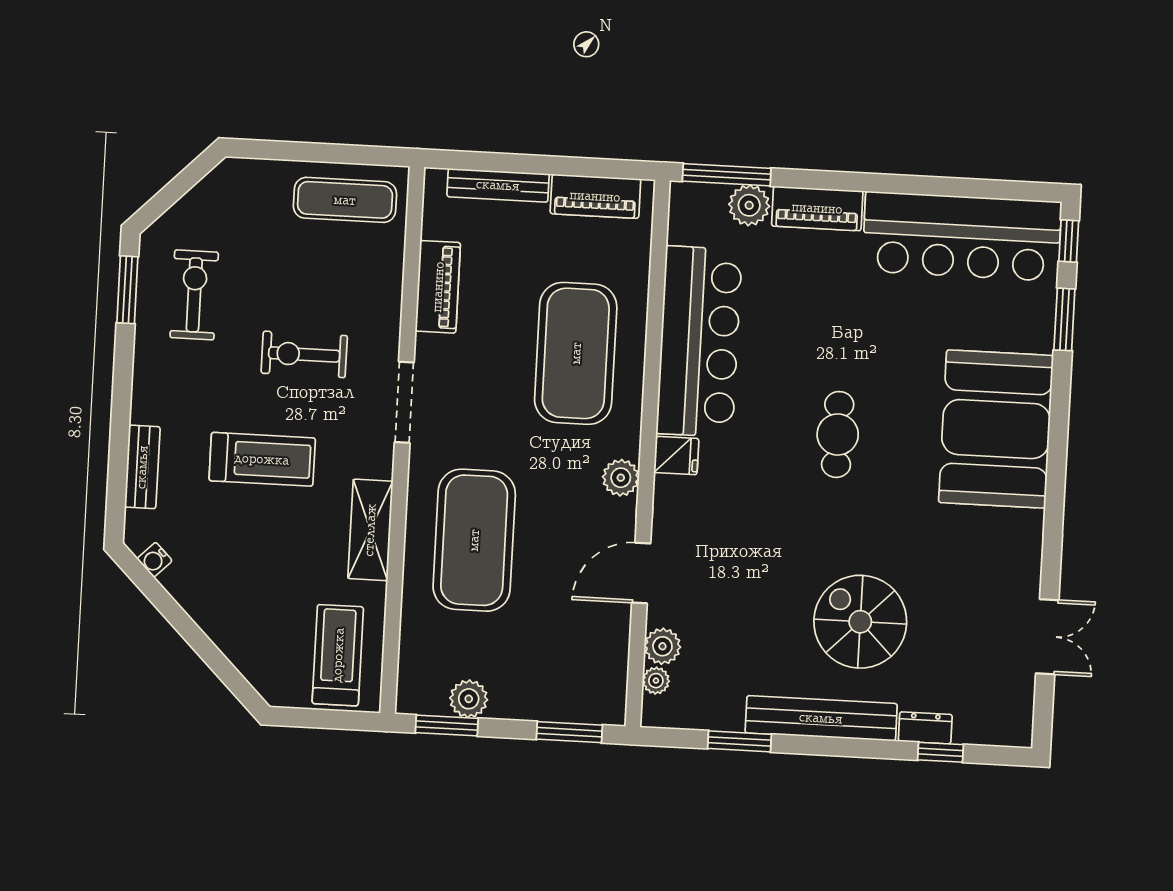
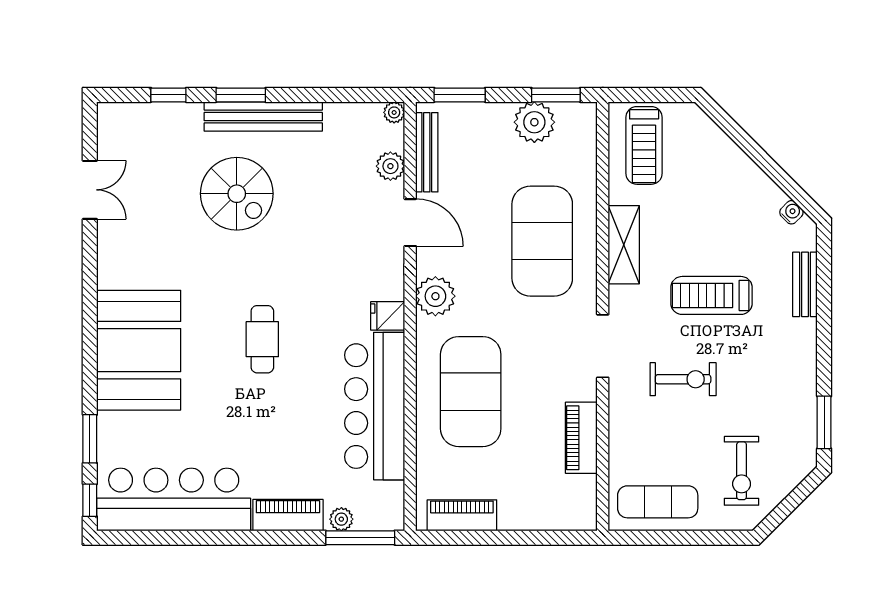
bench: (498, 185) -> (427, 152), moved, turned 90
plant: (749, 205) -> (341, 519), width x0.73, depth x0.73
exercise bike: (194, 295) -> (742, 471), moved
plant: (621, 478) -> (435, 296), width x1.36, depth x1.36
door: (641, 573) -> (410, 223), hinge flipped
double door: (1047, 637) -> (90, 190), swing flipped
plant: (656, 681) -> (394, 112), moved
plant: (469, 699) -> (534, 122), width x1.36, depth x1.36
dresser: (925, 728) -> (181, 113), removed
window: (739, 741) -> (241, 95), moved

